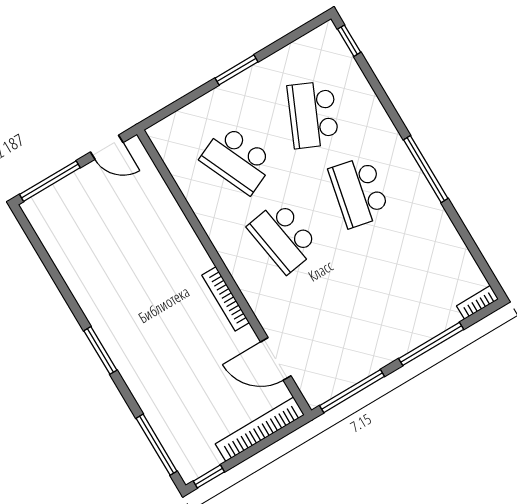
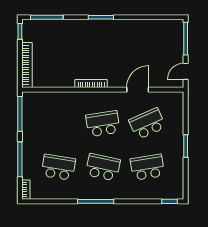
school desk: (313, 115) -> (147, 167), turned -33
school desk: (405, 269) -> (58, 167), added
door: (276, 359) -> (138, 90), moved

